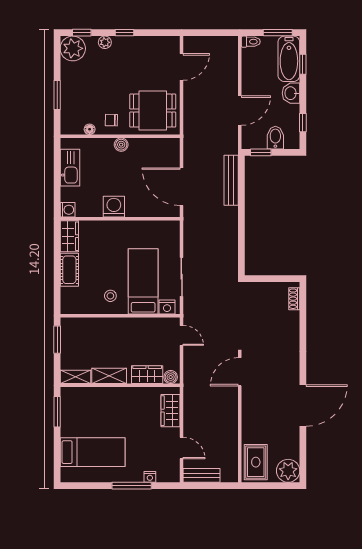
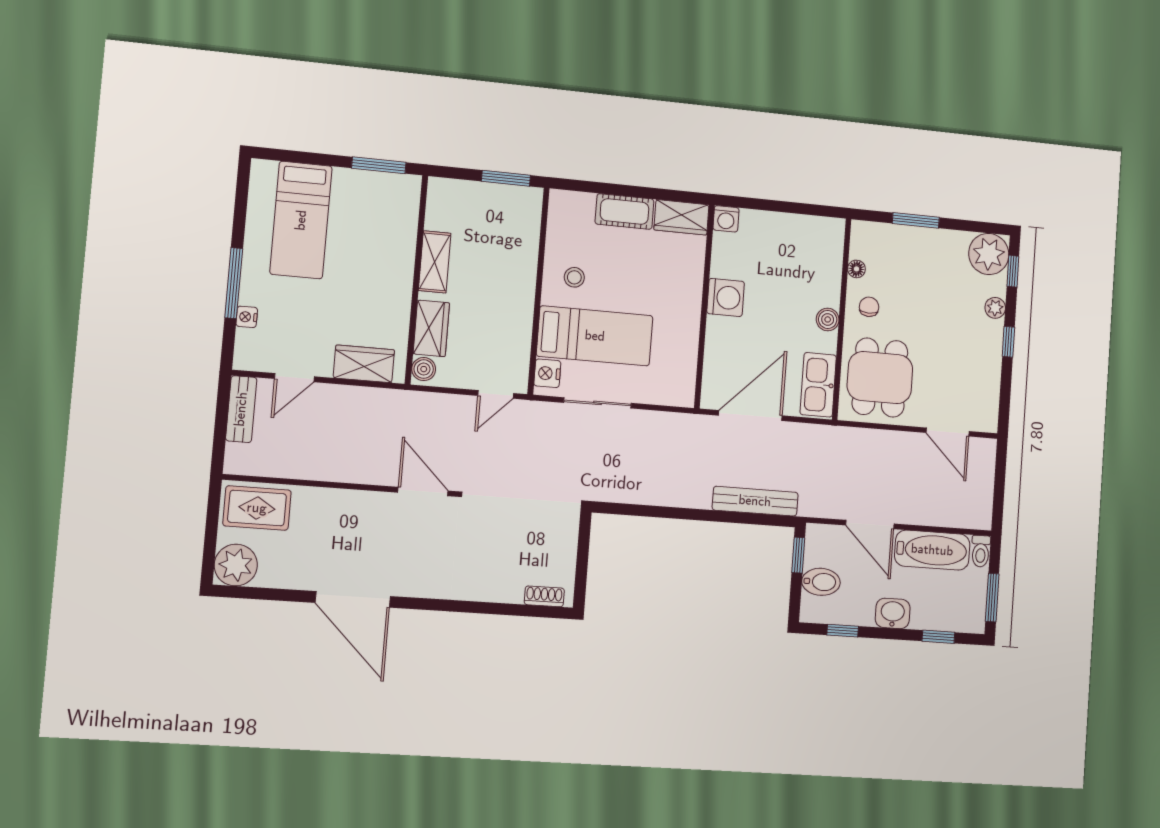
bathtub: (289, 59) -> (932, 550), moved, turned 180
kitchen sink: (70, 168) -> (818, 385), moved, turned 90
shelving: (75, 377) -> (438, 203), removed

